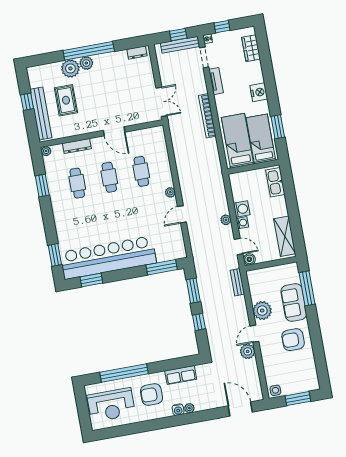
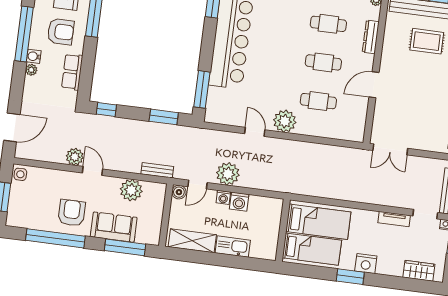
bookcase: (207, 116) -> (358, 196), removed
window: (278, 127) -> (350, 277), moved
kitchen sink: (275, 182) -> (233, 247), moved
plant: (170, 192) -> (285, 121), width x1.88, depth x1.88
plant: (226, 220) -> (228, 174), width x1.87, depth x1.87
plant: (262, 311) -> (131, 190), moved
window: (199, 322) -> (106, 110), moved
window: (318, 346) -> (55, 238), added
armchair: (151, 394) -> (61, 32), turned 90
window: (163, 423) -> (24, 34), added

